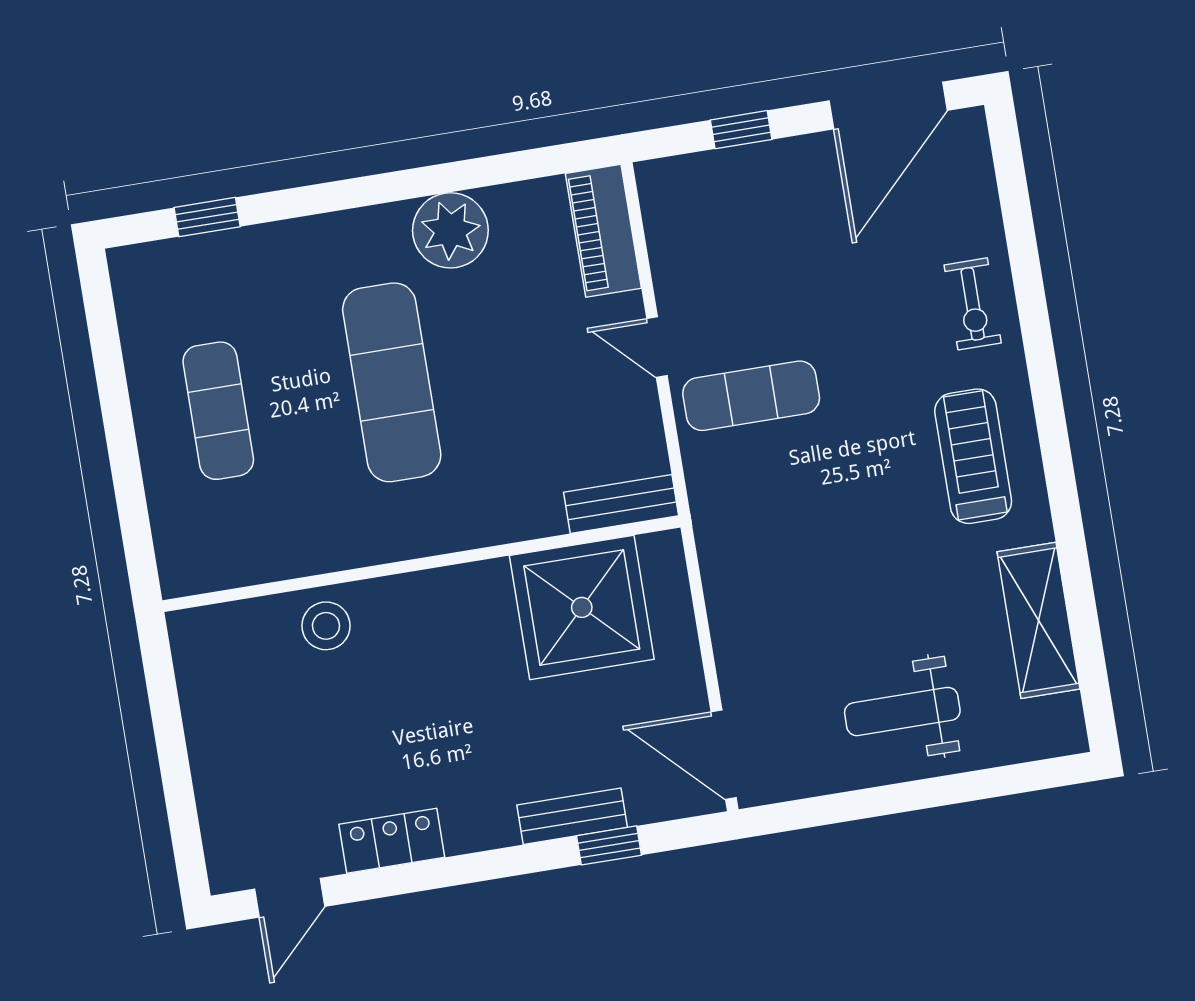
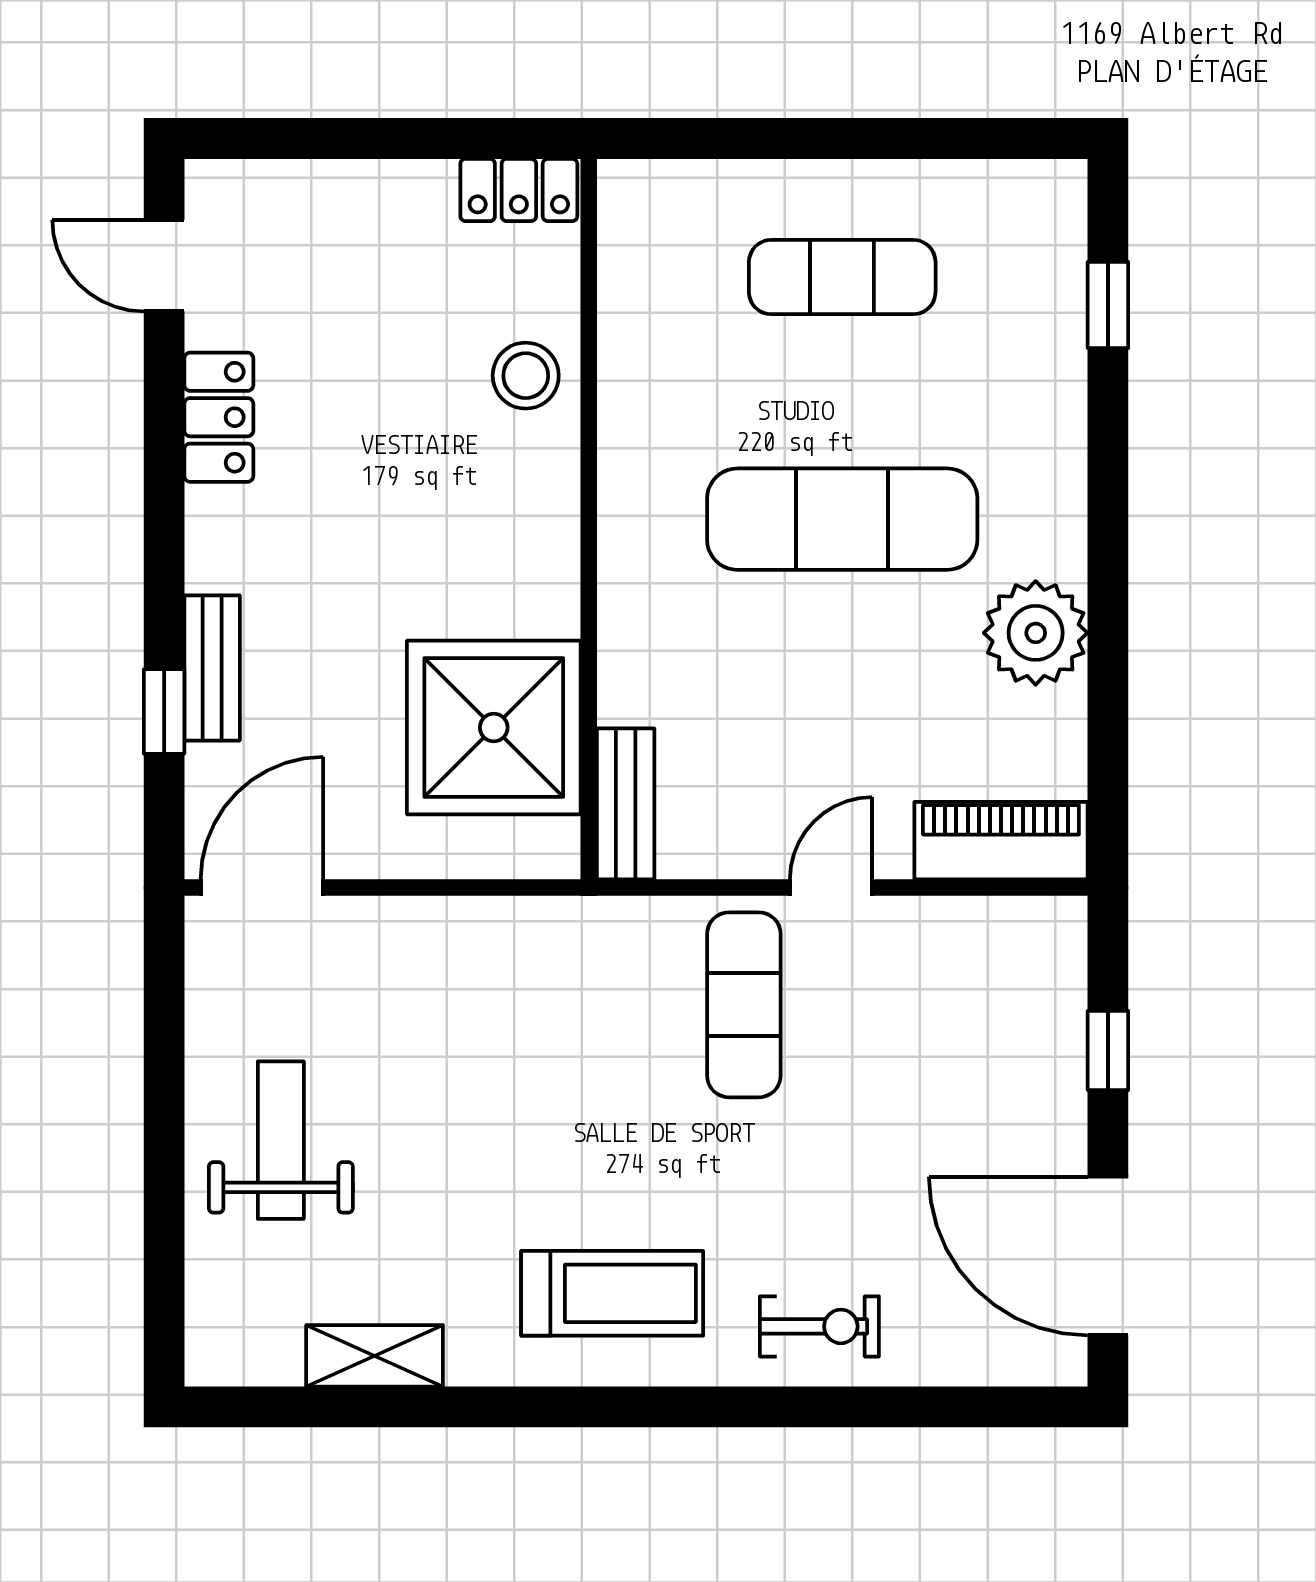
exercise bike: (973, 304) -> (819, 1326), turned 180
shelving: (1038, 620) -> (375, 1356), width x0.67, depth x0.75
locker: (194, 653) -> (519, 190), added

